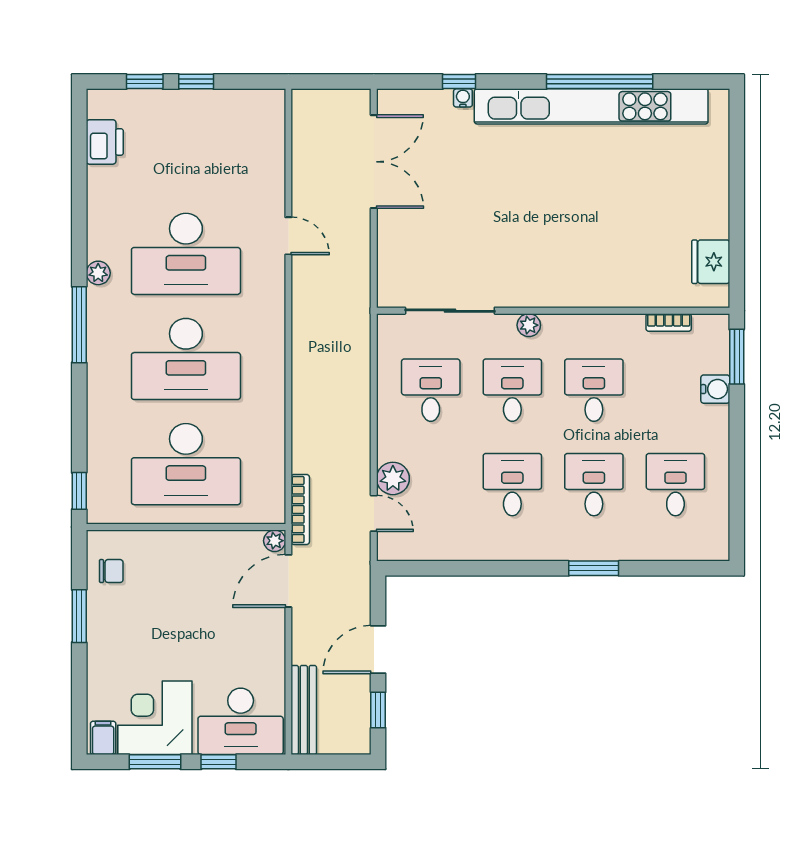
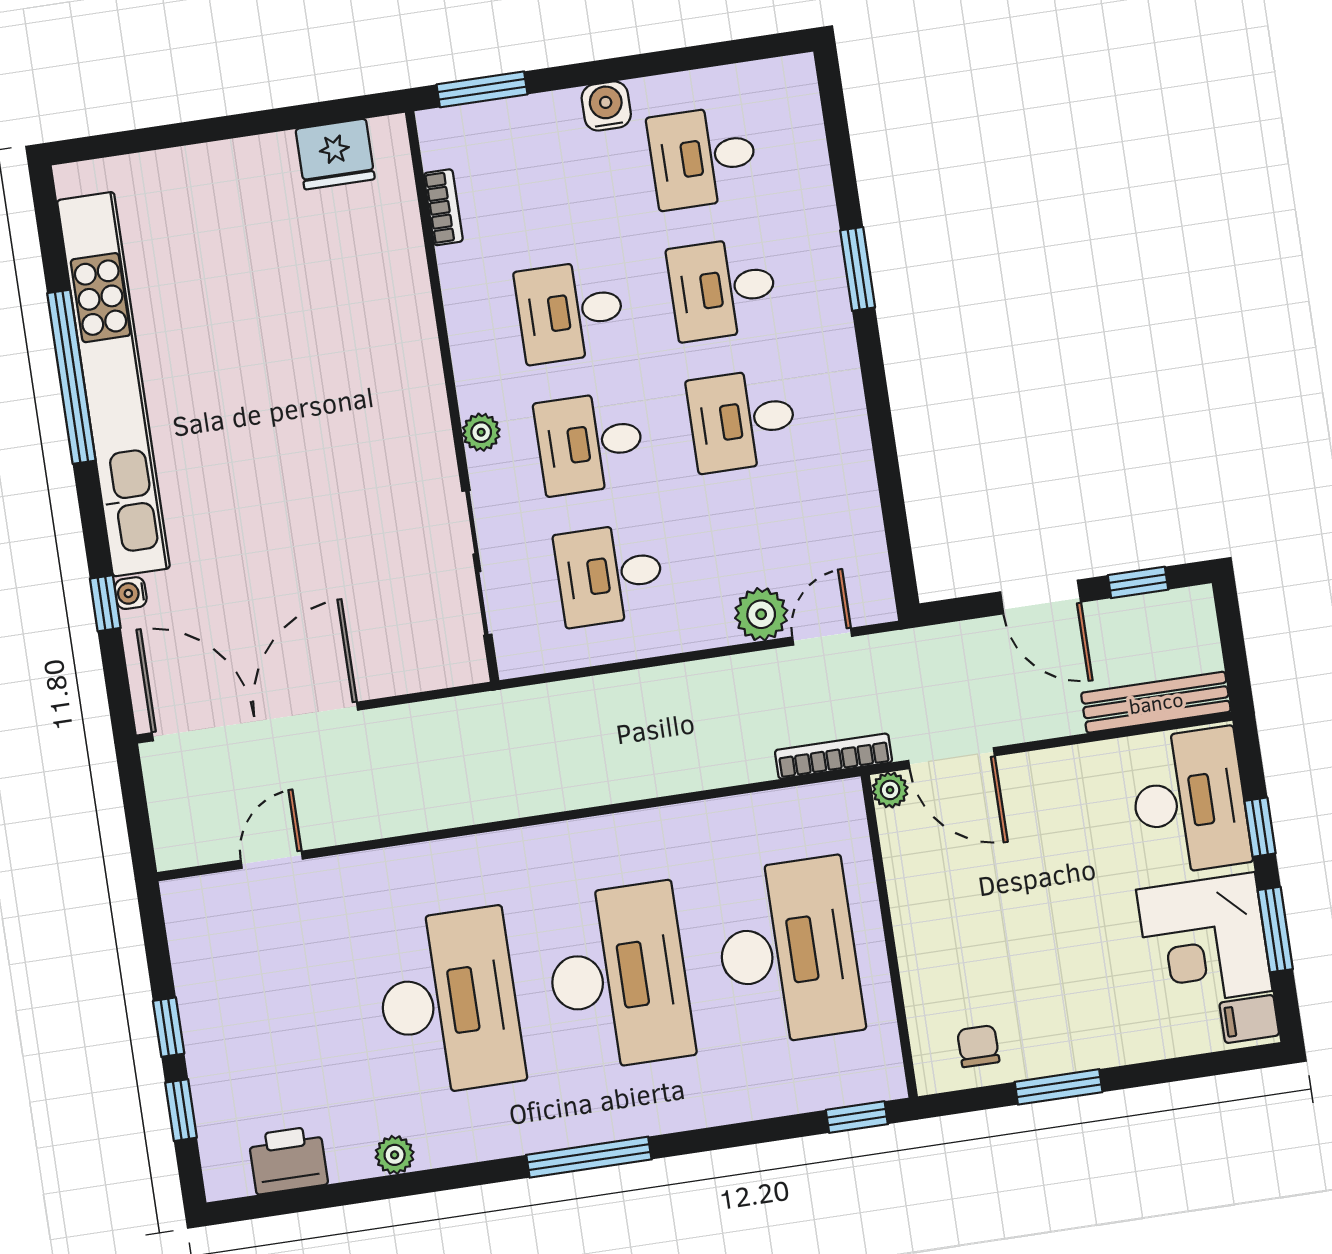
double door: (374, 162) -> (255, 721), width x1.36
door: (288, 236) -> (272, 860), moved
plant: (98, 273) -> (395, 1155), moved
water cooler: (715, 389) -> (606, 106), moved

